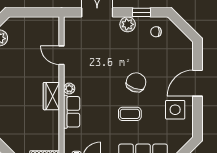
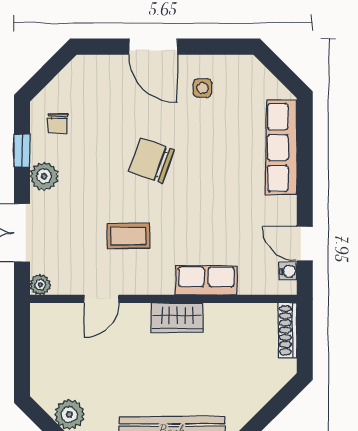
plant: (69, 88) -> (40, 285), moved
side table: (175, 110) -> (203, 88), width x0.54, depth x0.54
coffee table: (130, 114) -> (128, 236), moved, turned 90

